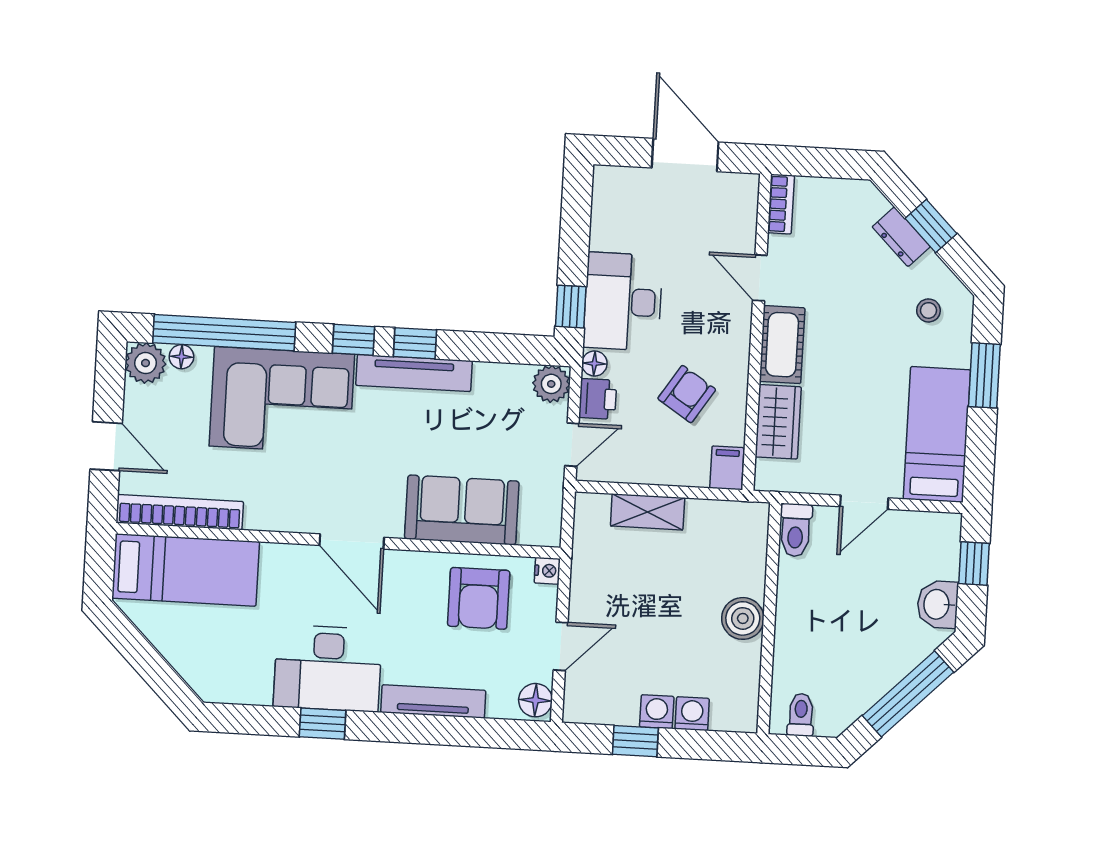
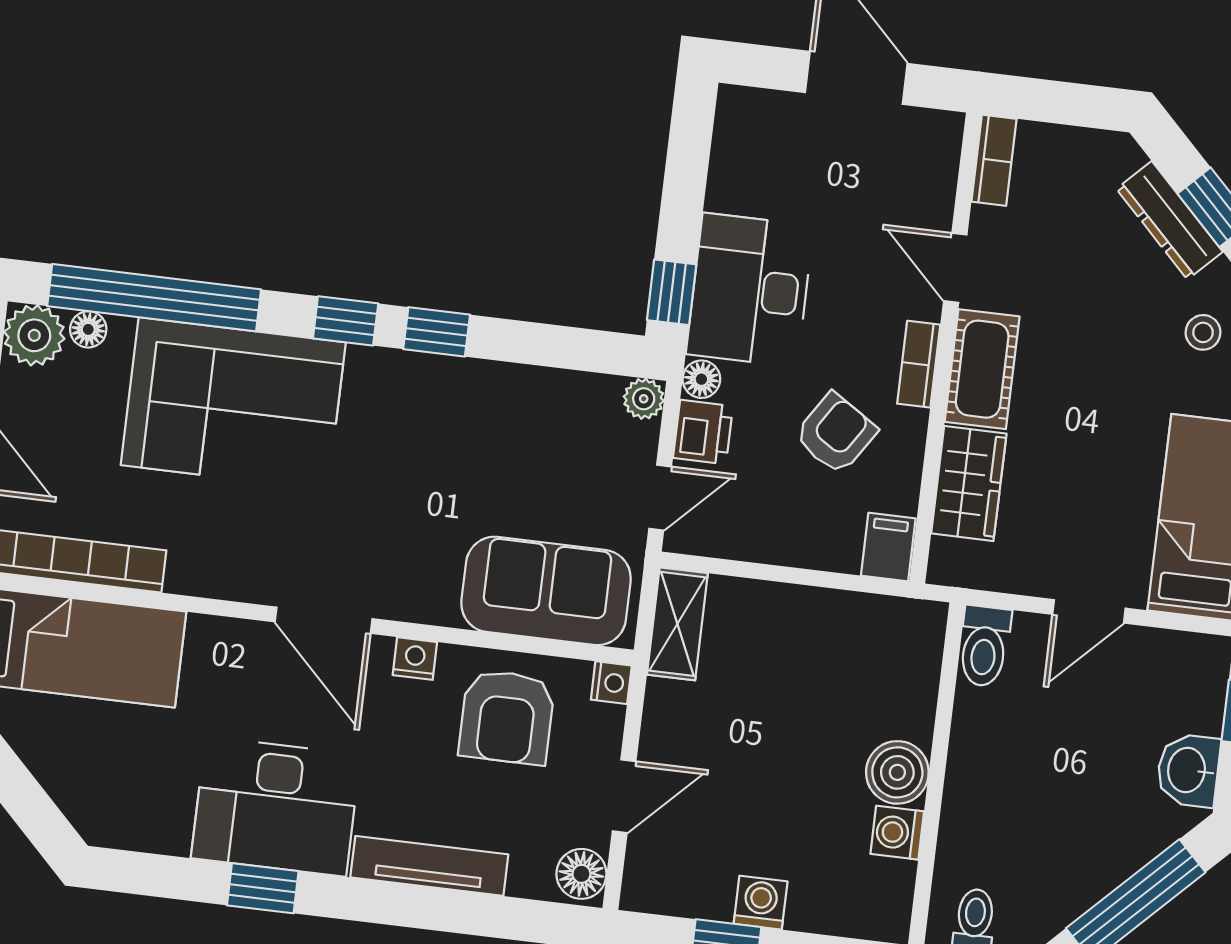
dresser: (901, 237) -> (1170, 220), width x1.44
bookcase: (739, 344) -> (919, 364), added
tv unit: (414, 373) -> (432, 376), removed
plant: (551, 384) -> (644, 399), width x0.73, depth x0.73
sofa: (462, 510) -> (546, 591), moved
shelving: (648, 512) -> (677, 624), moved, turned 90
nightstand: (415, 563) -> (415, 659), added
washing machine: (692, 714) -> (897, 833), moved, turned -90

